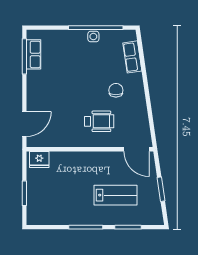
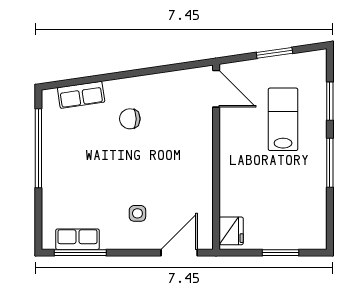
side table: (93, 36) -> (137, 213), moved
wheelchair: (99, 121) -> (175, 143), removed
door: (24, 124) -> (179, 253), hinge flipped
door: (136, 149) -> (216, 89), hinge flipped

